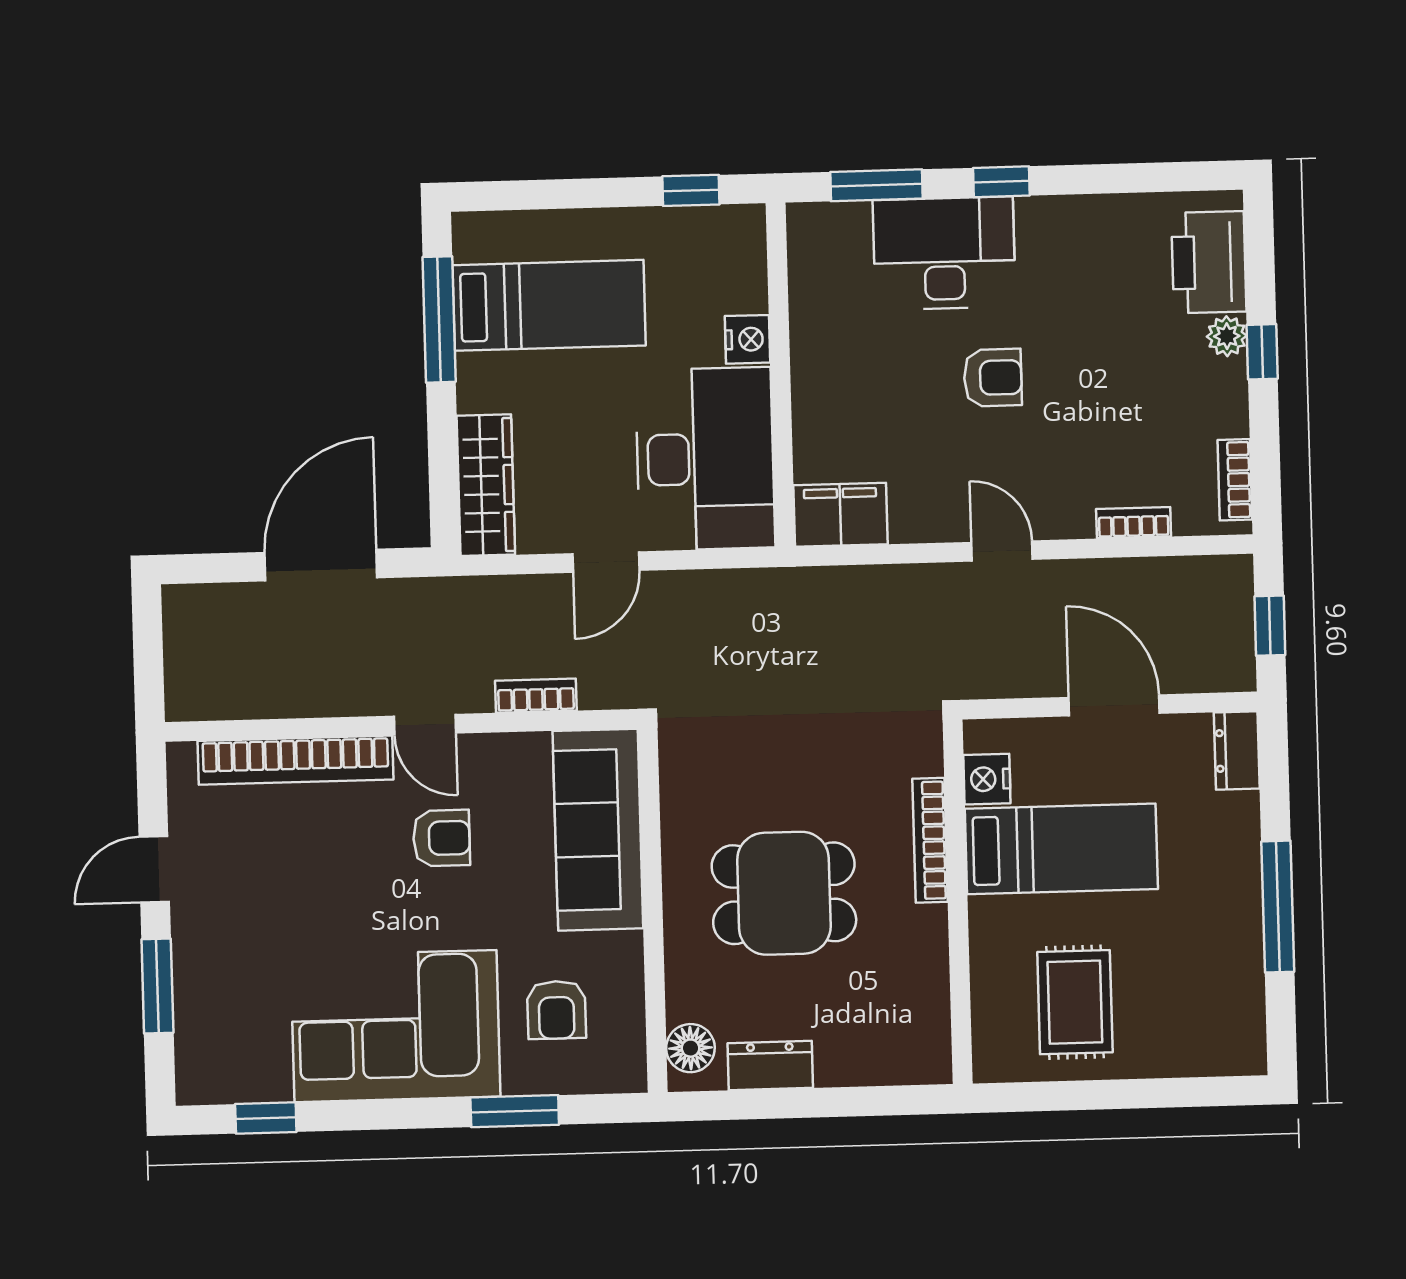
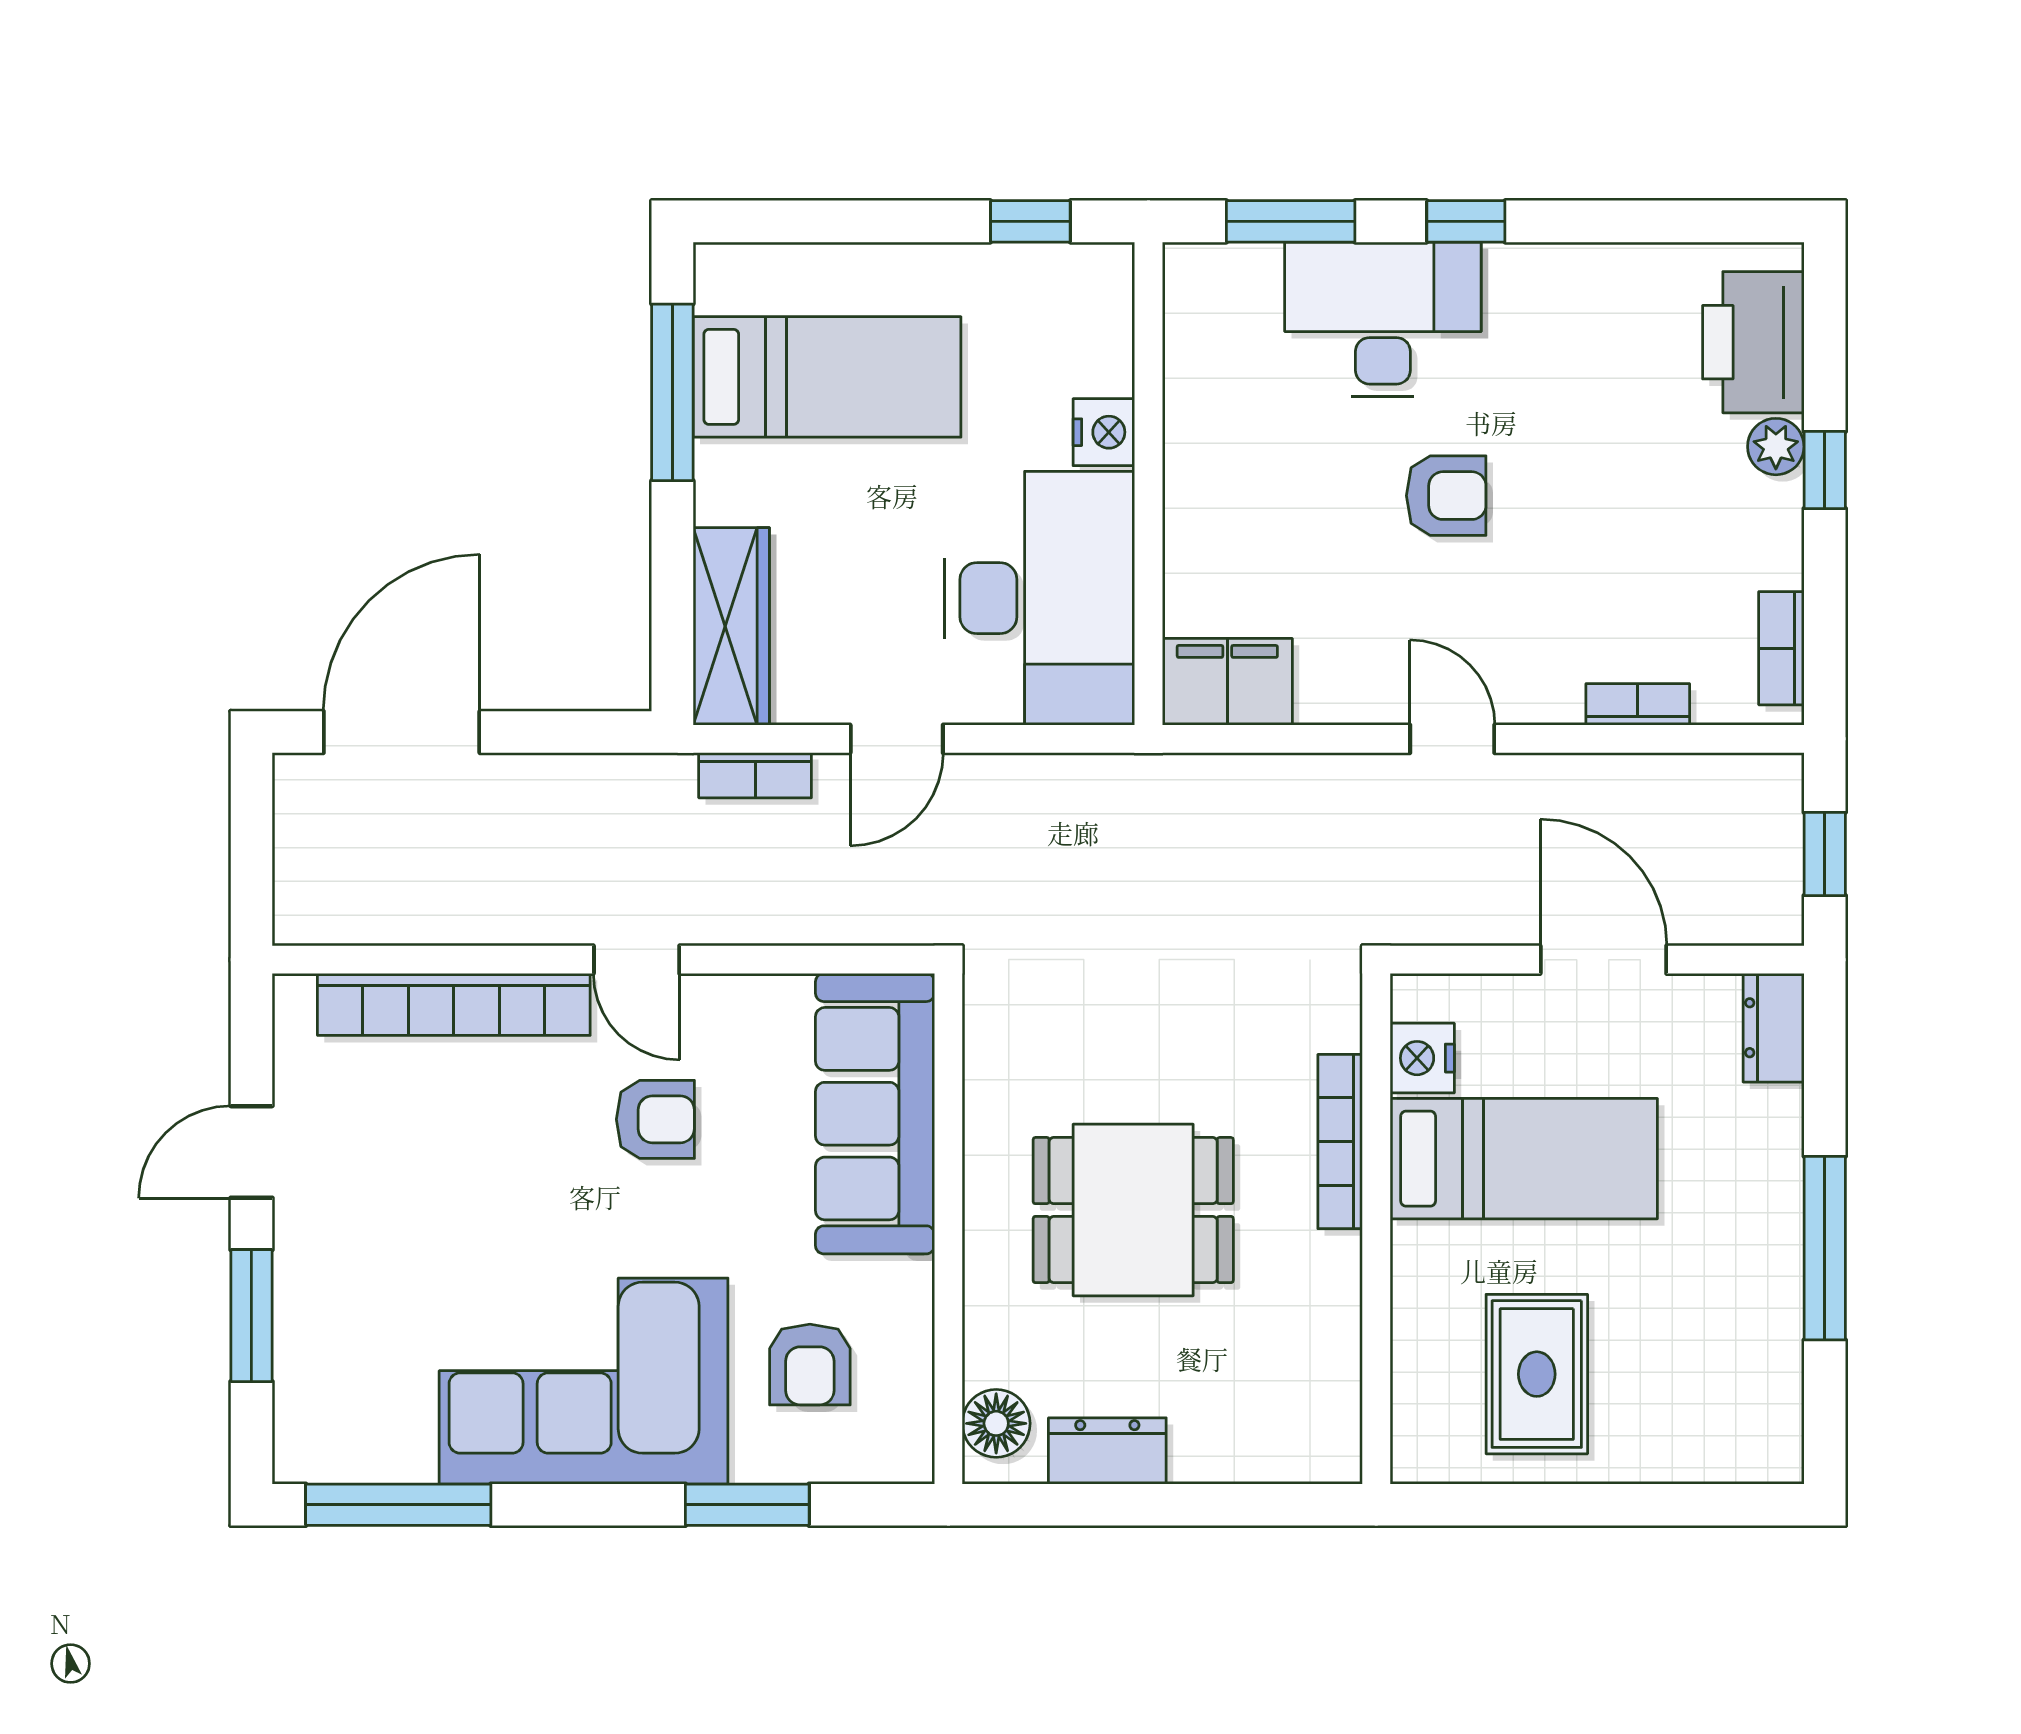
door: (321, 565) -> (402, 732), moved
bookcase: (536, 696) -> (755, 775), moved, turned 180
window: (266, 1118) -> (398, 1505), width x2.17

